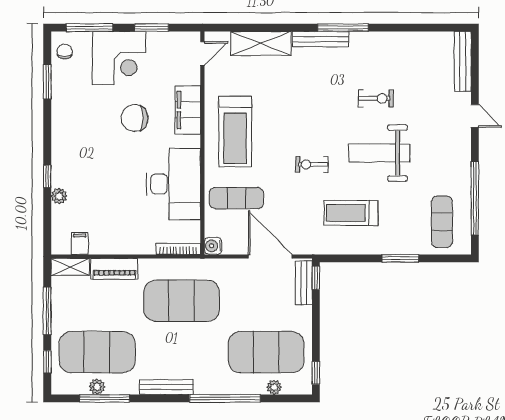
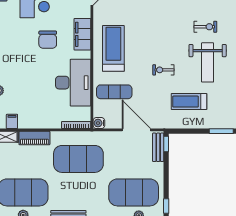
chair: (135, 118) -> (48, 40), turned -90
treadmill: (235, 131) -> (113, 48), turned 180
weight bench: (379, 153) -> (208, 62), turned -90

